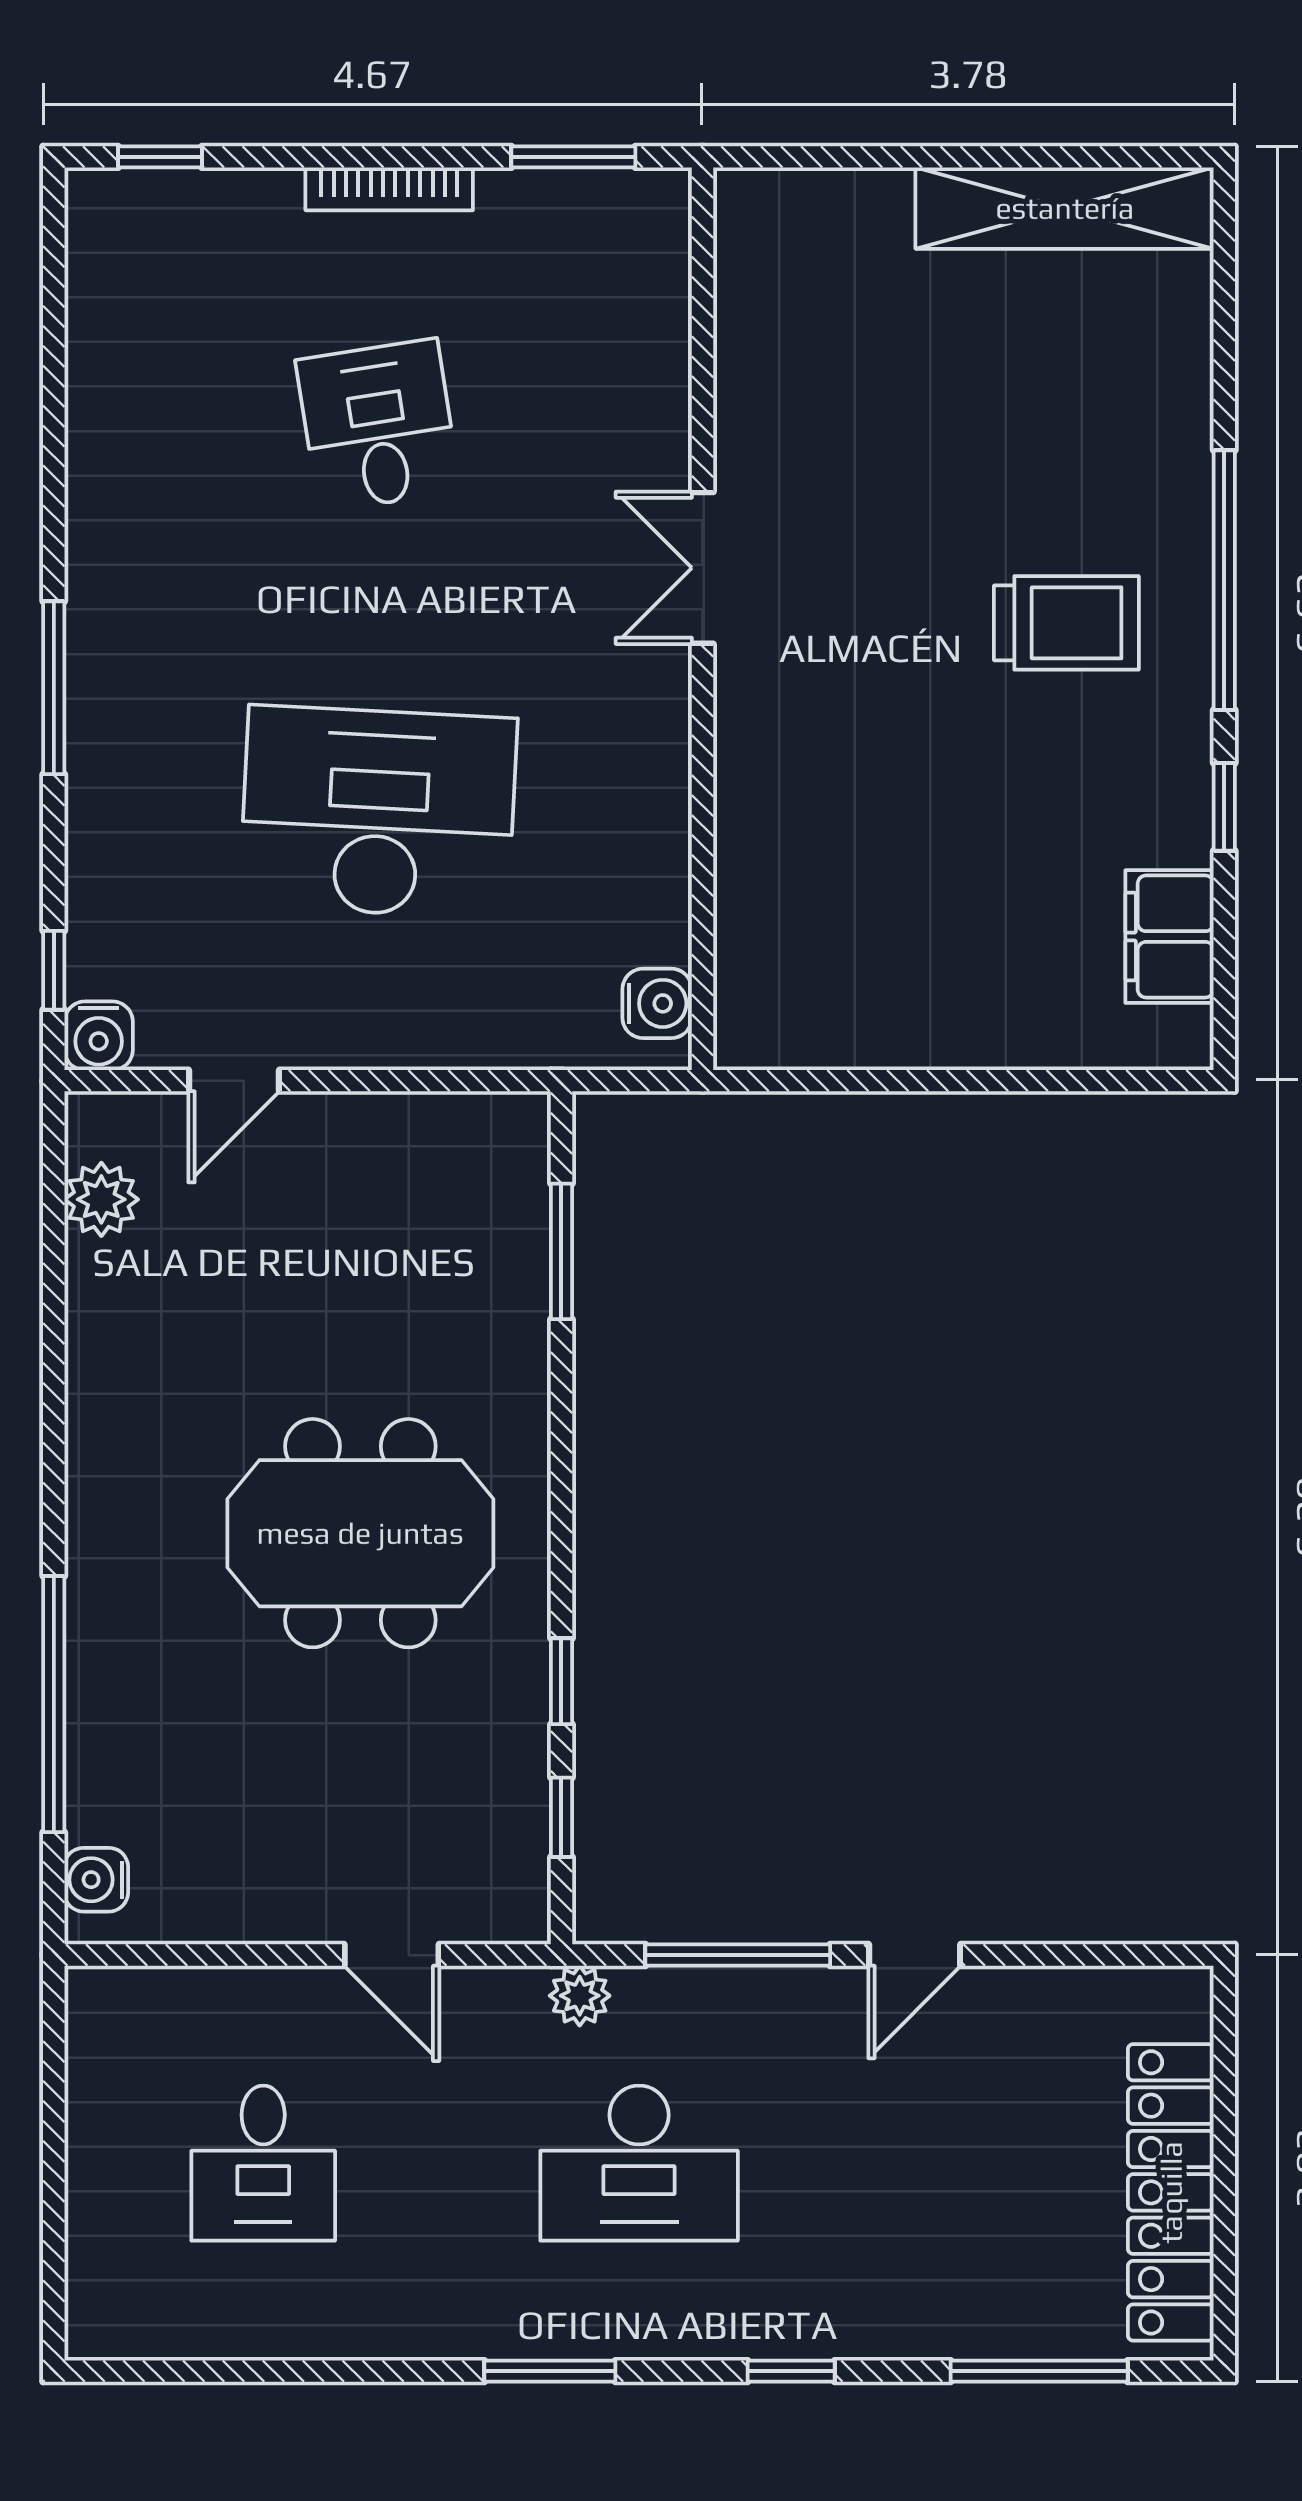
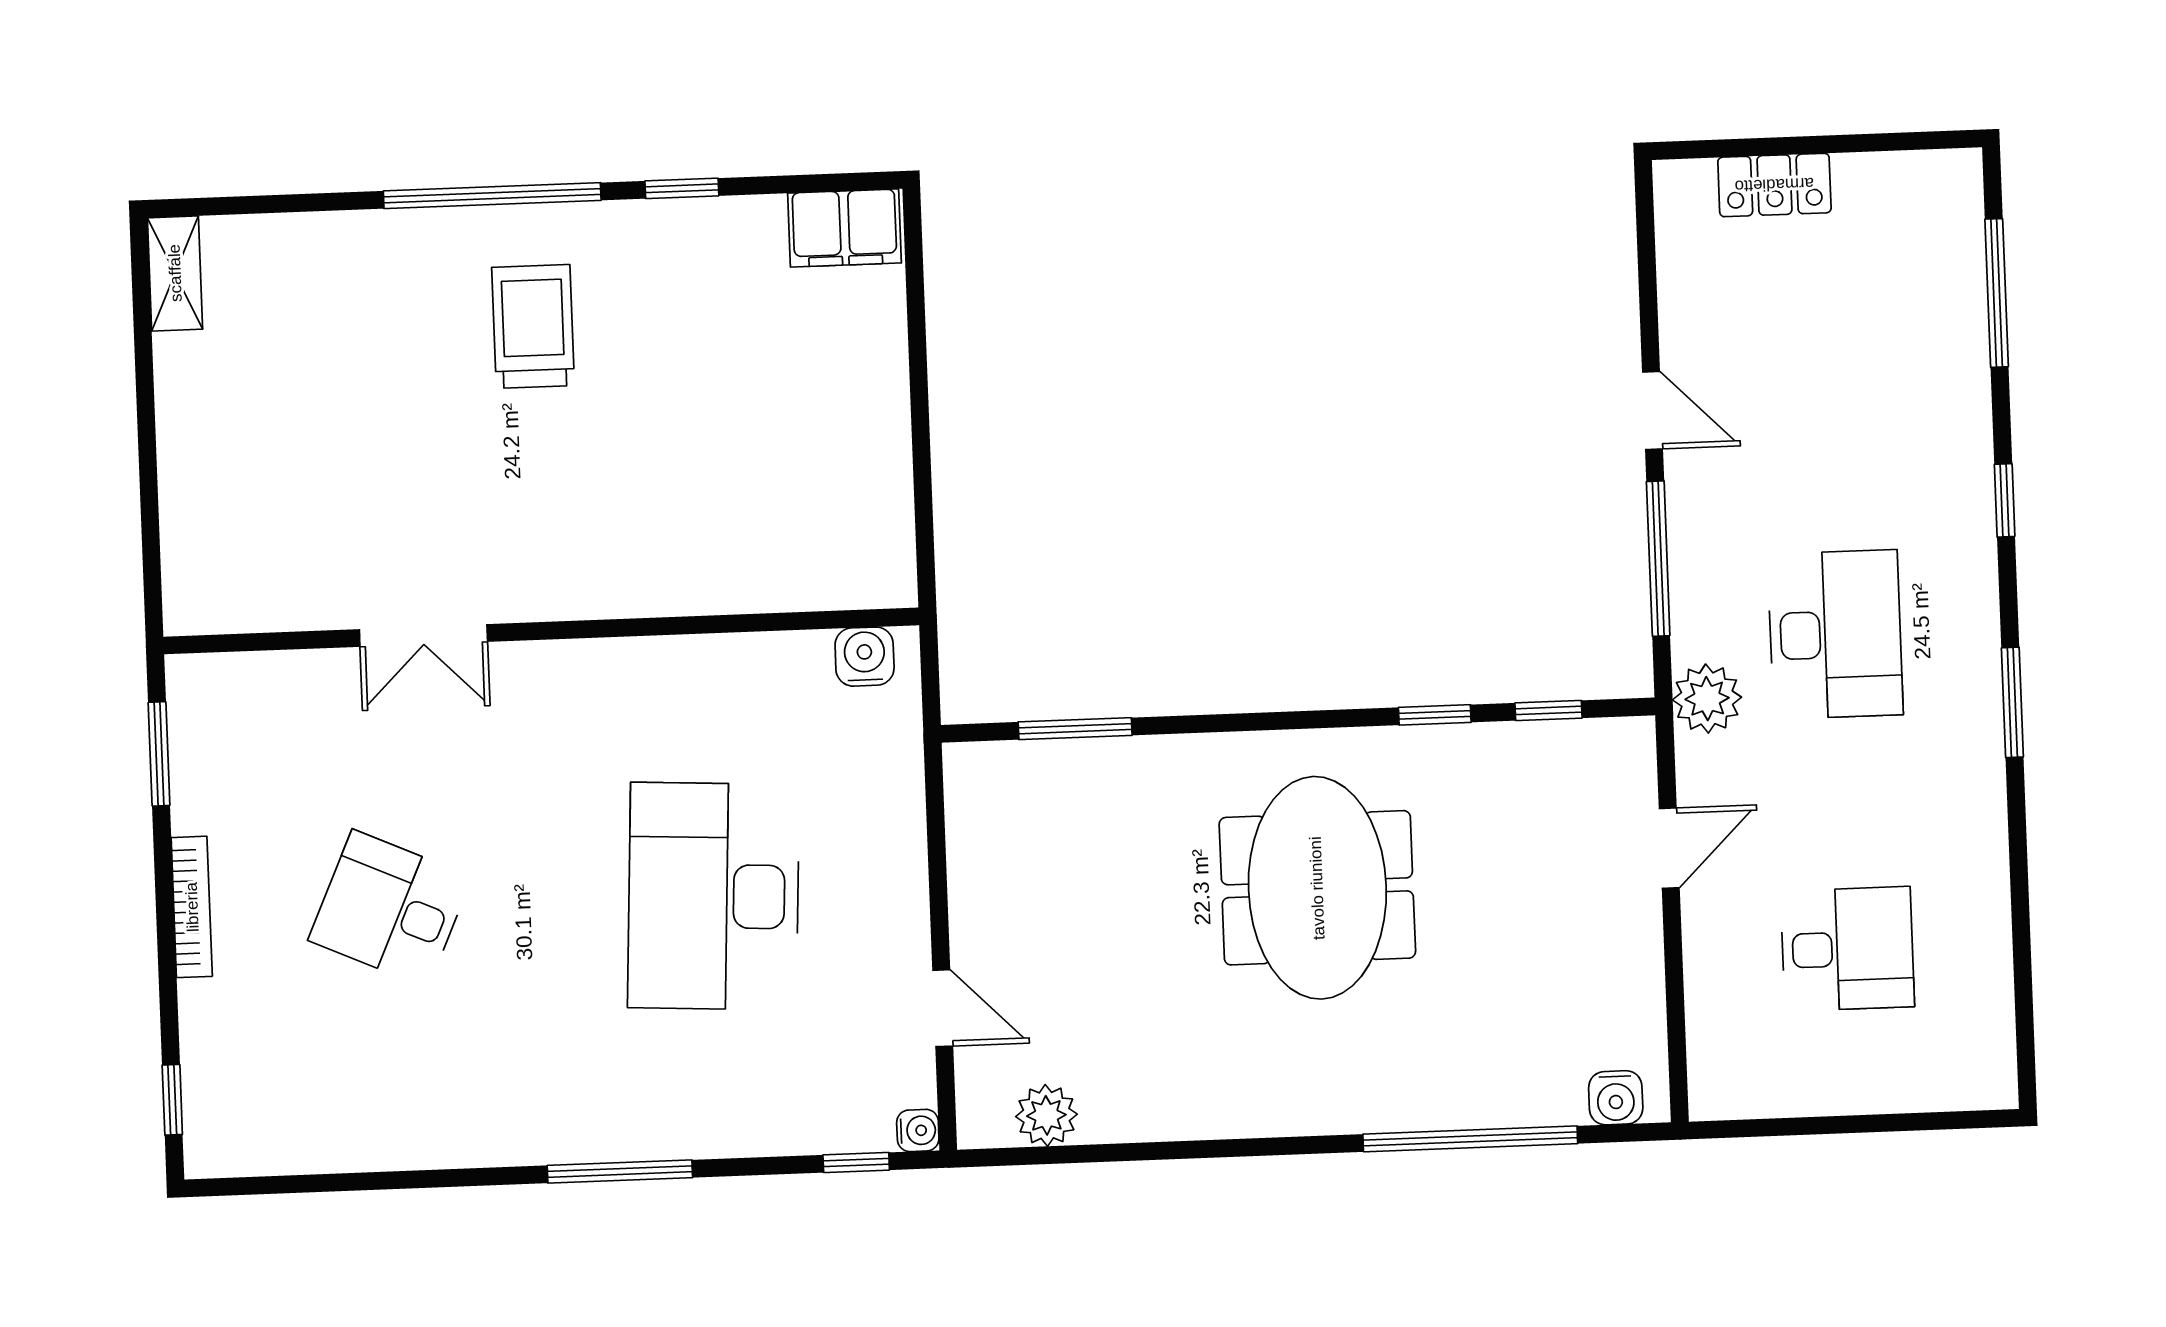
shelving: (1065, 208) -> (175, 273), width x0.45, depth x0.75
desk: (378, 426) -> (390, 909), turned 33
double door: (702, 568) -> (423, 636), moved
filing cabinet: (1169, 937) -> (845, 228), moved
water cooler: (99, 1036) -> (918, 1130), width x0.72, depth x0.72
plant: (580, 1996) -> (1707, 699), width x1.38, depth x1.38
locker: (1171, 2192) -> (1774, 185), width x0.46, depth x0.83

